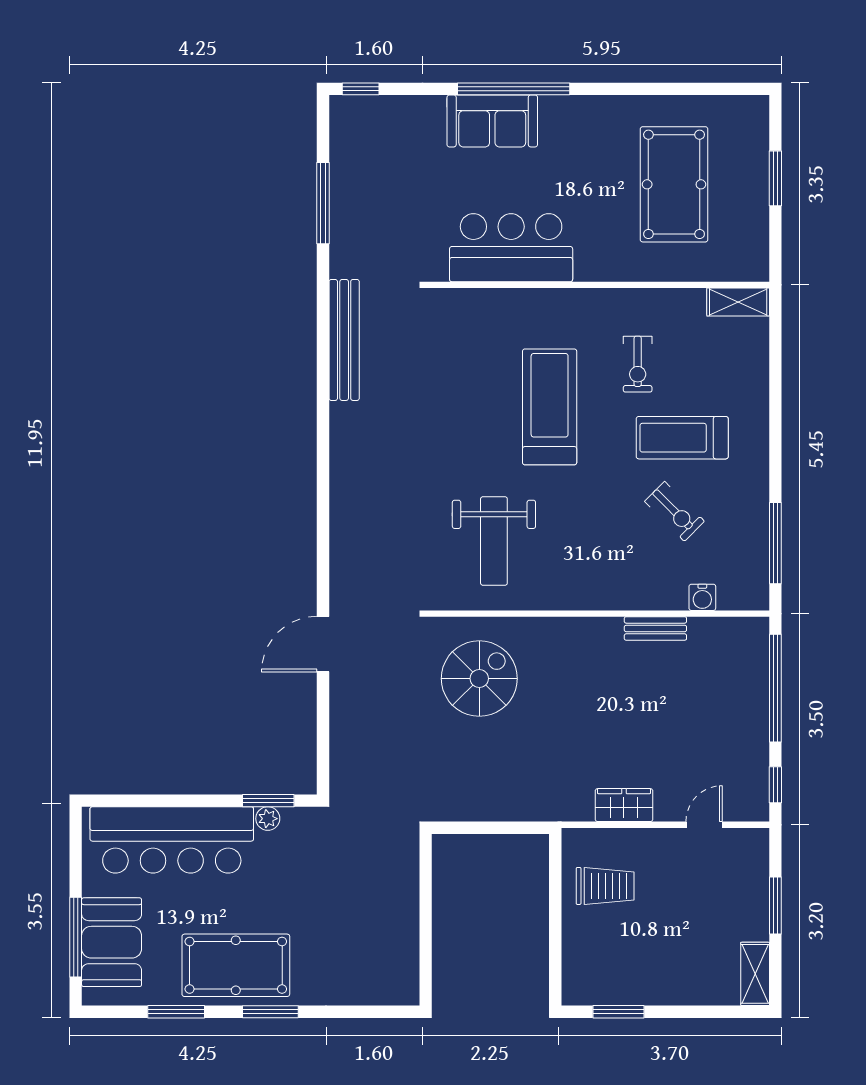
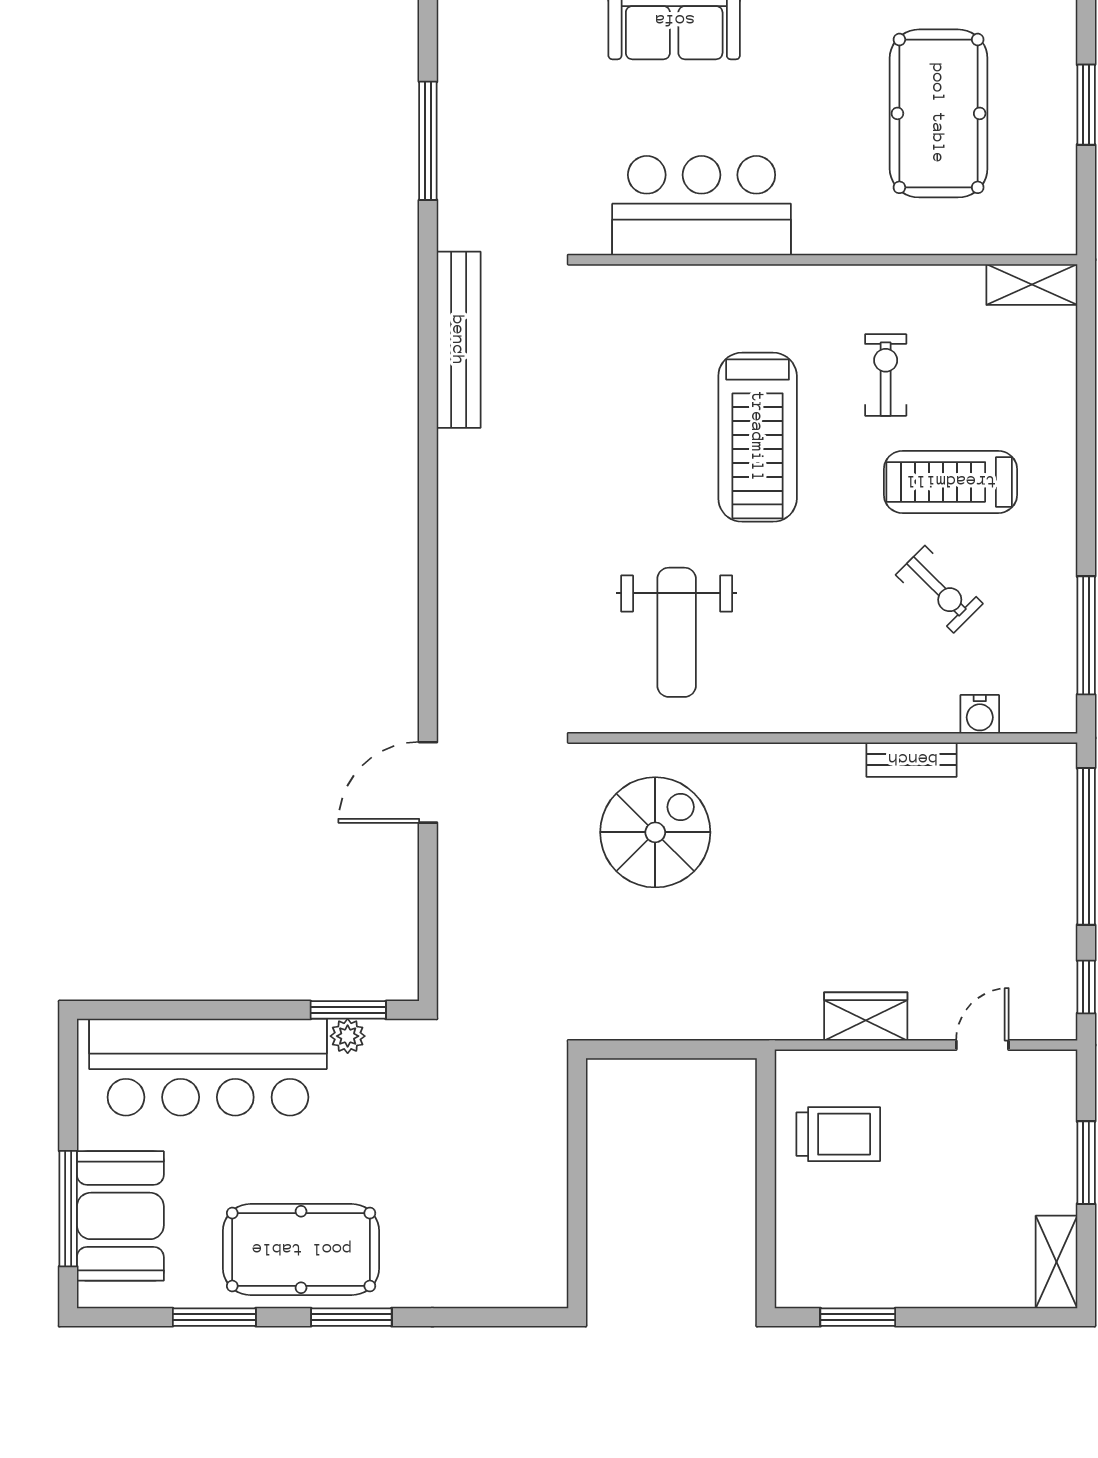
exercise bike: (638, 364) -> (886, 375), turned 180
treadmill: (550, 407) -> (758, 437), turned 180

